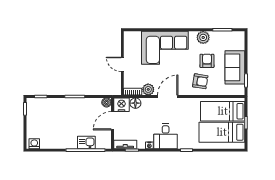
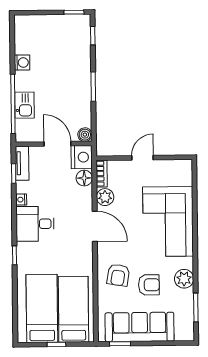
sofa: (235, 67) -> (140, 327), width x1.36
washing machine: (34, 144) -> (22, 62), moved

